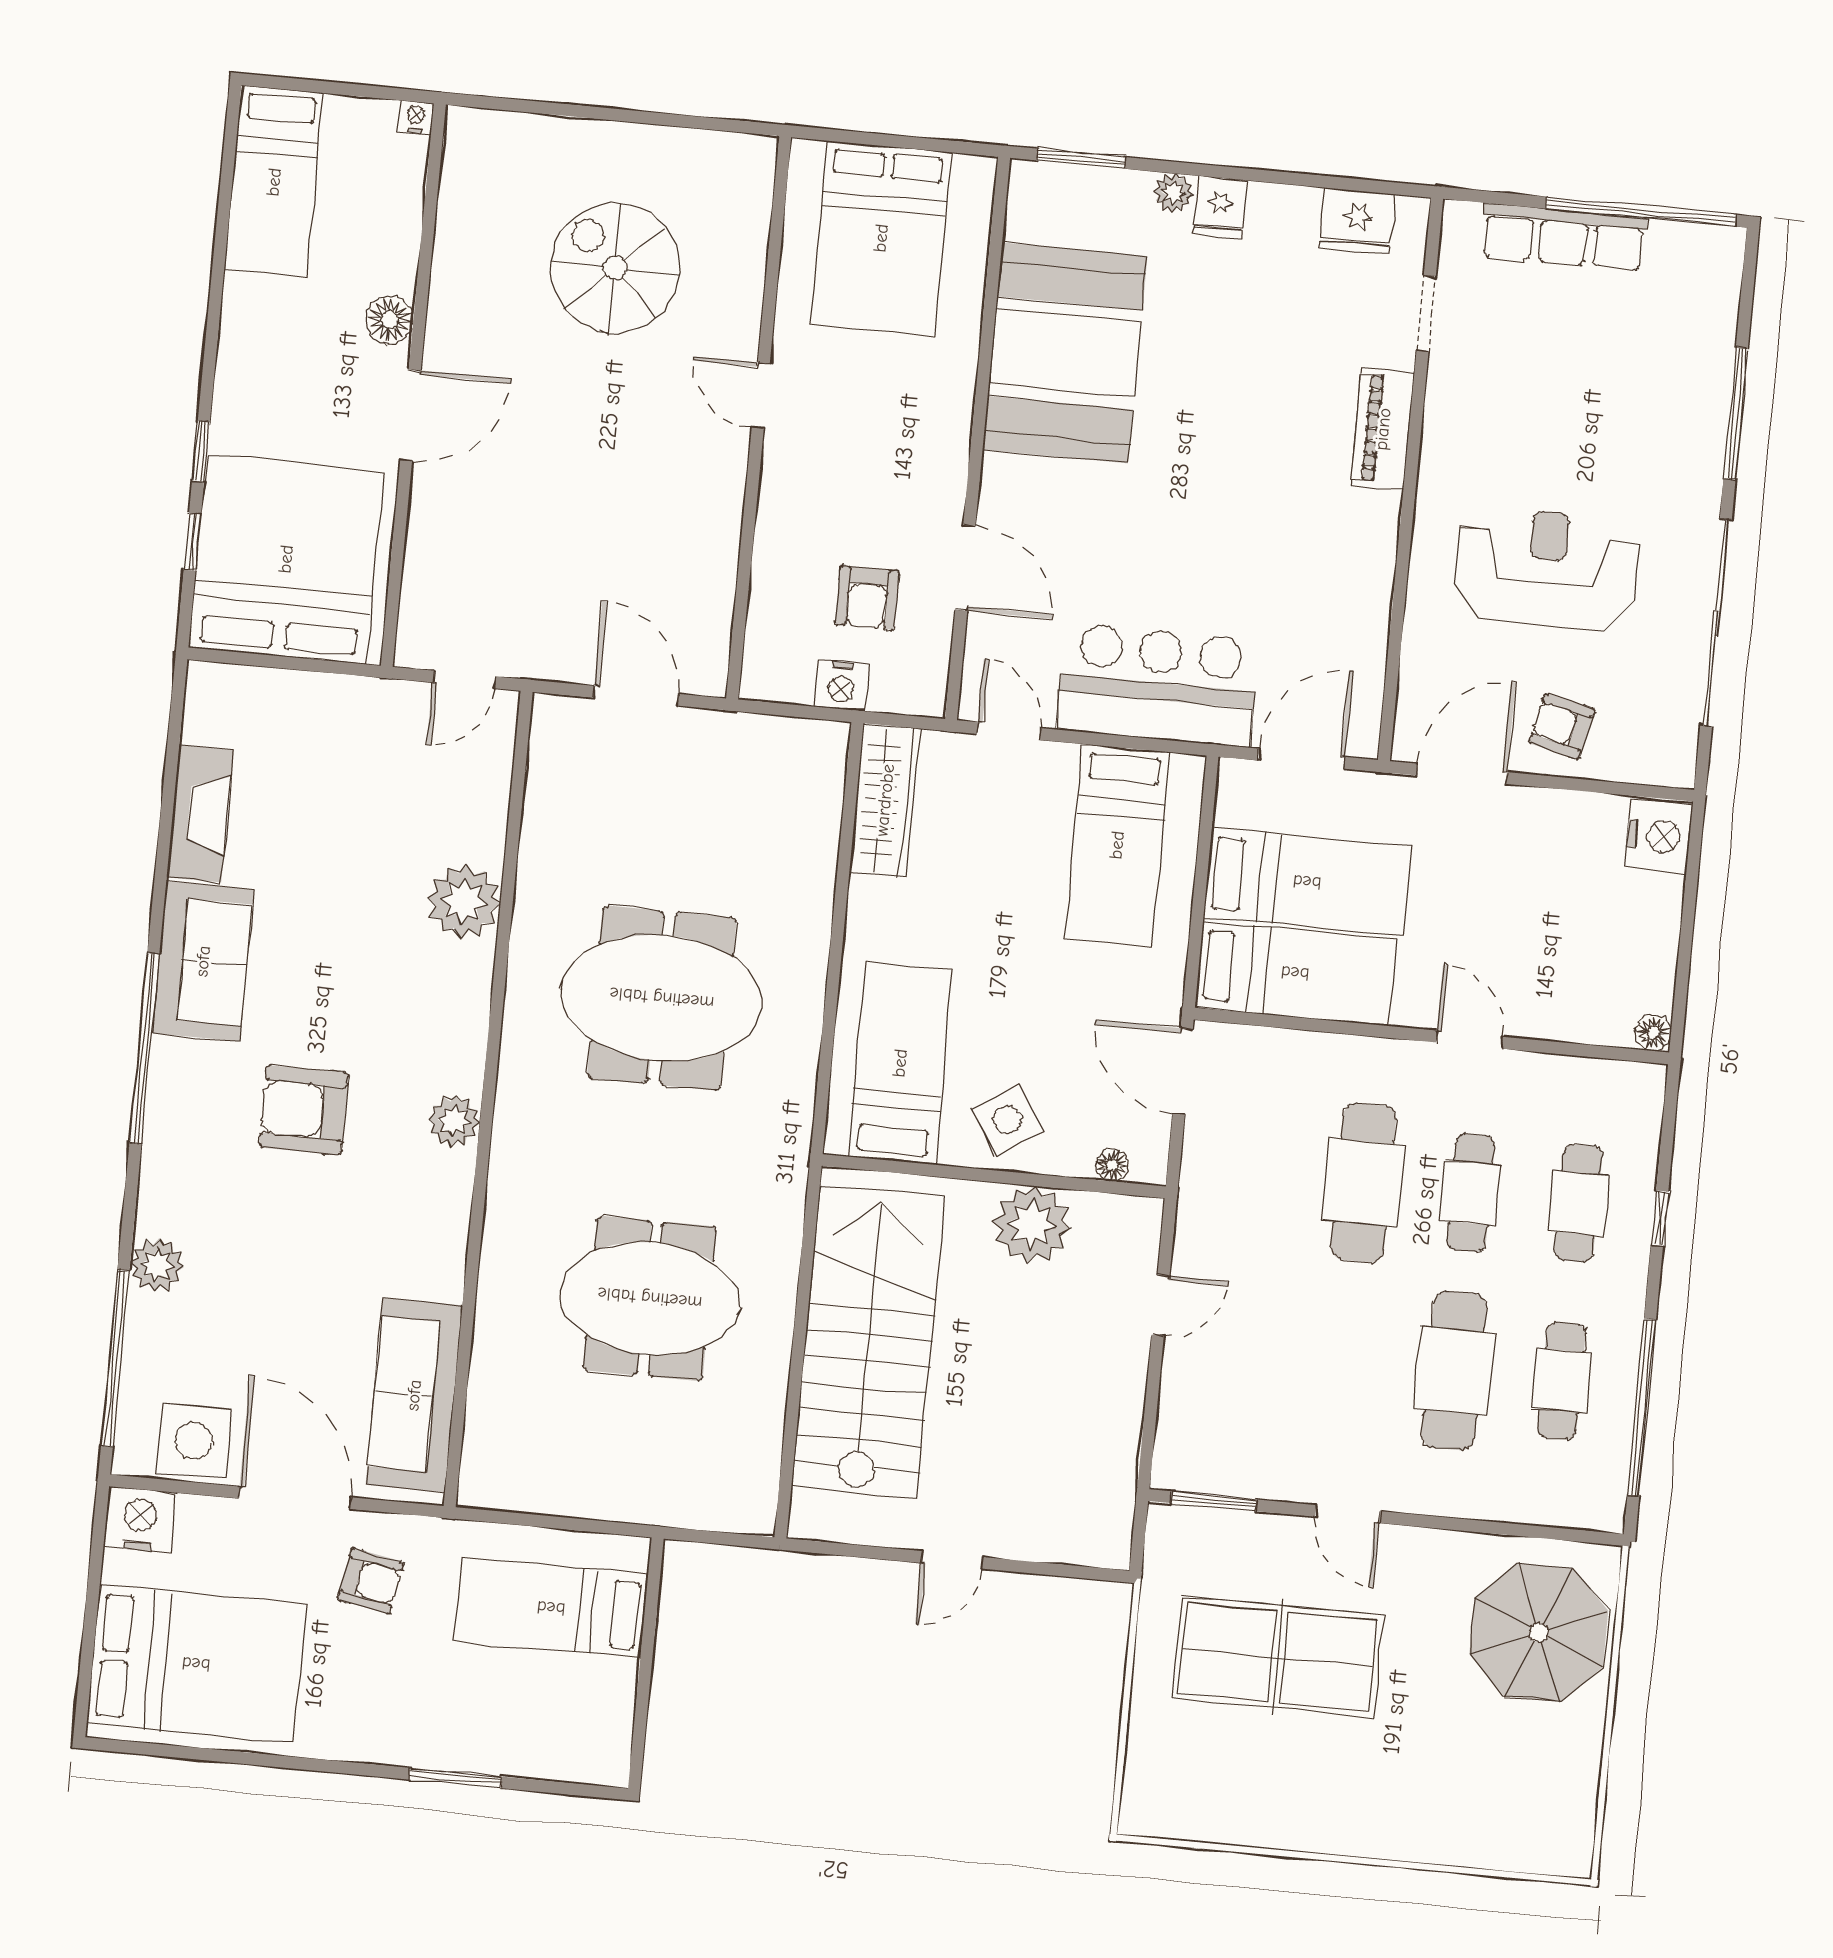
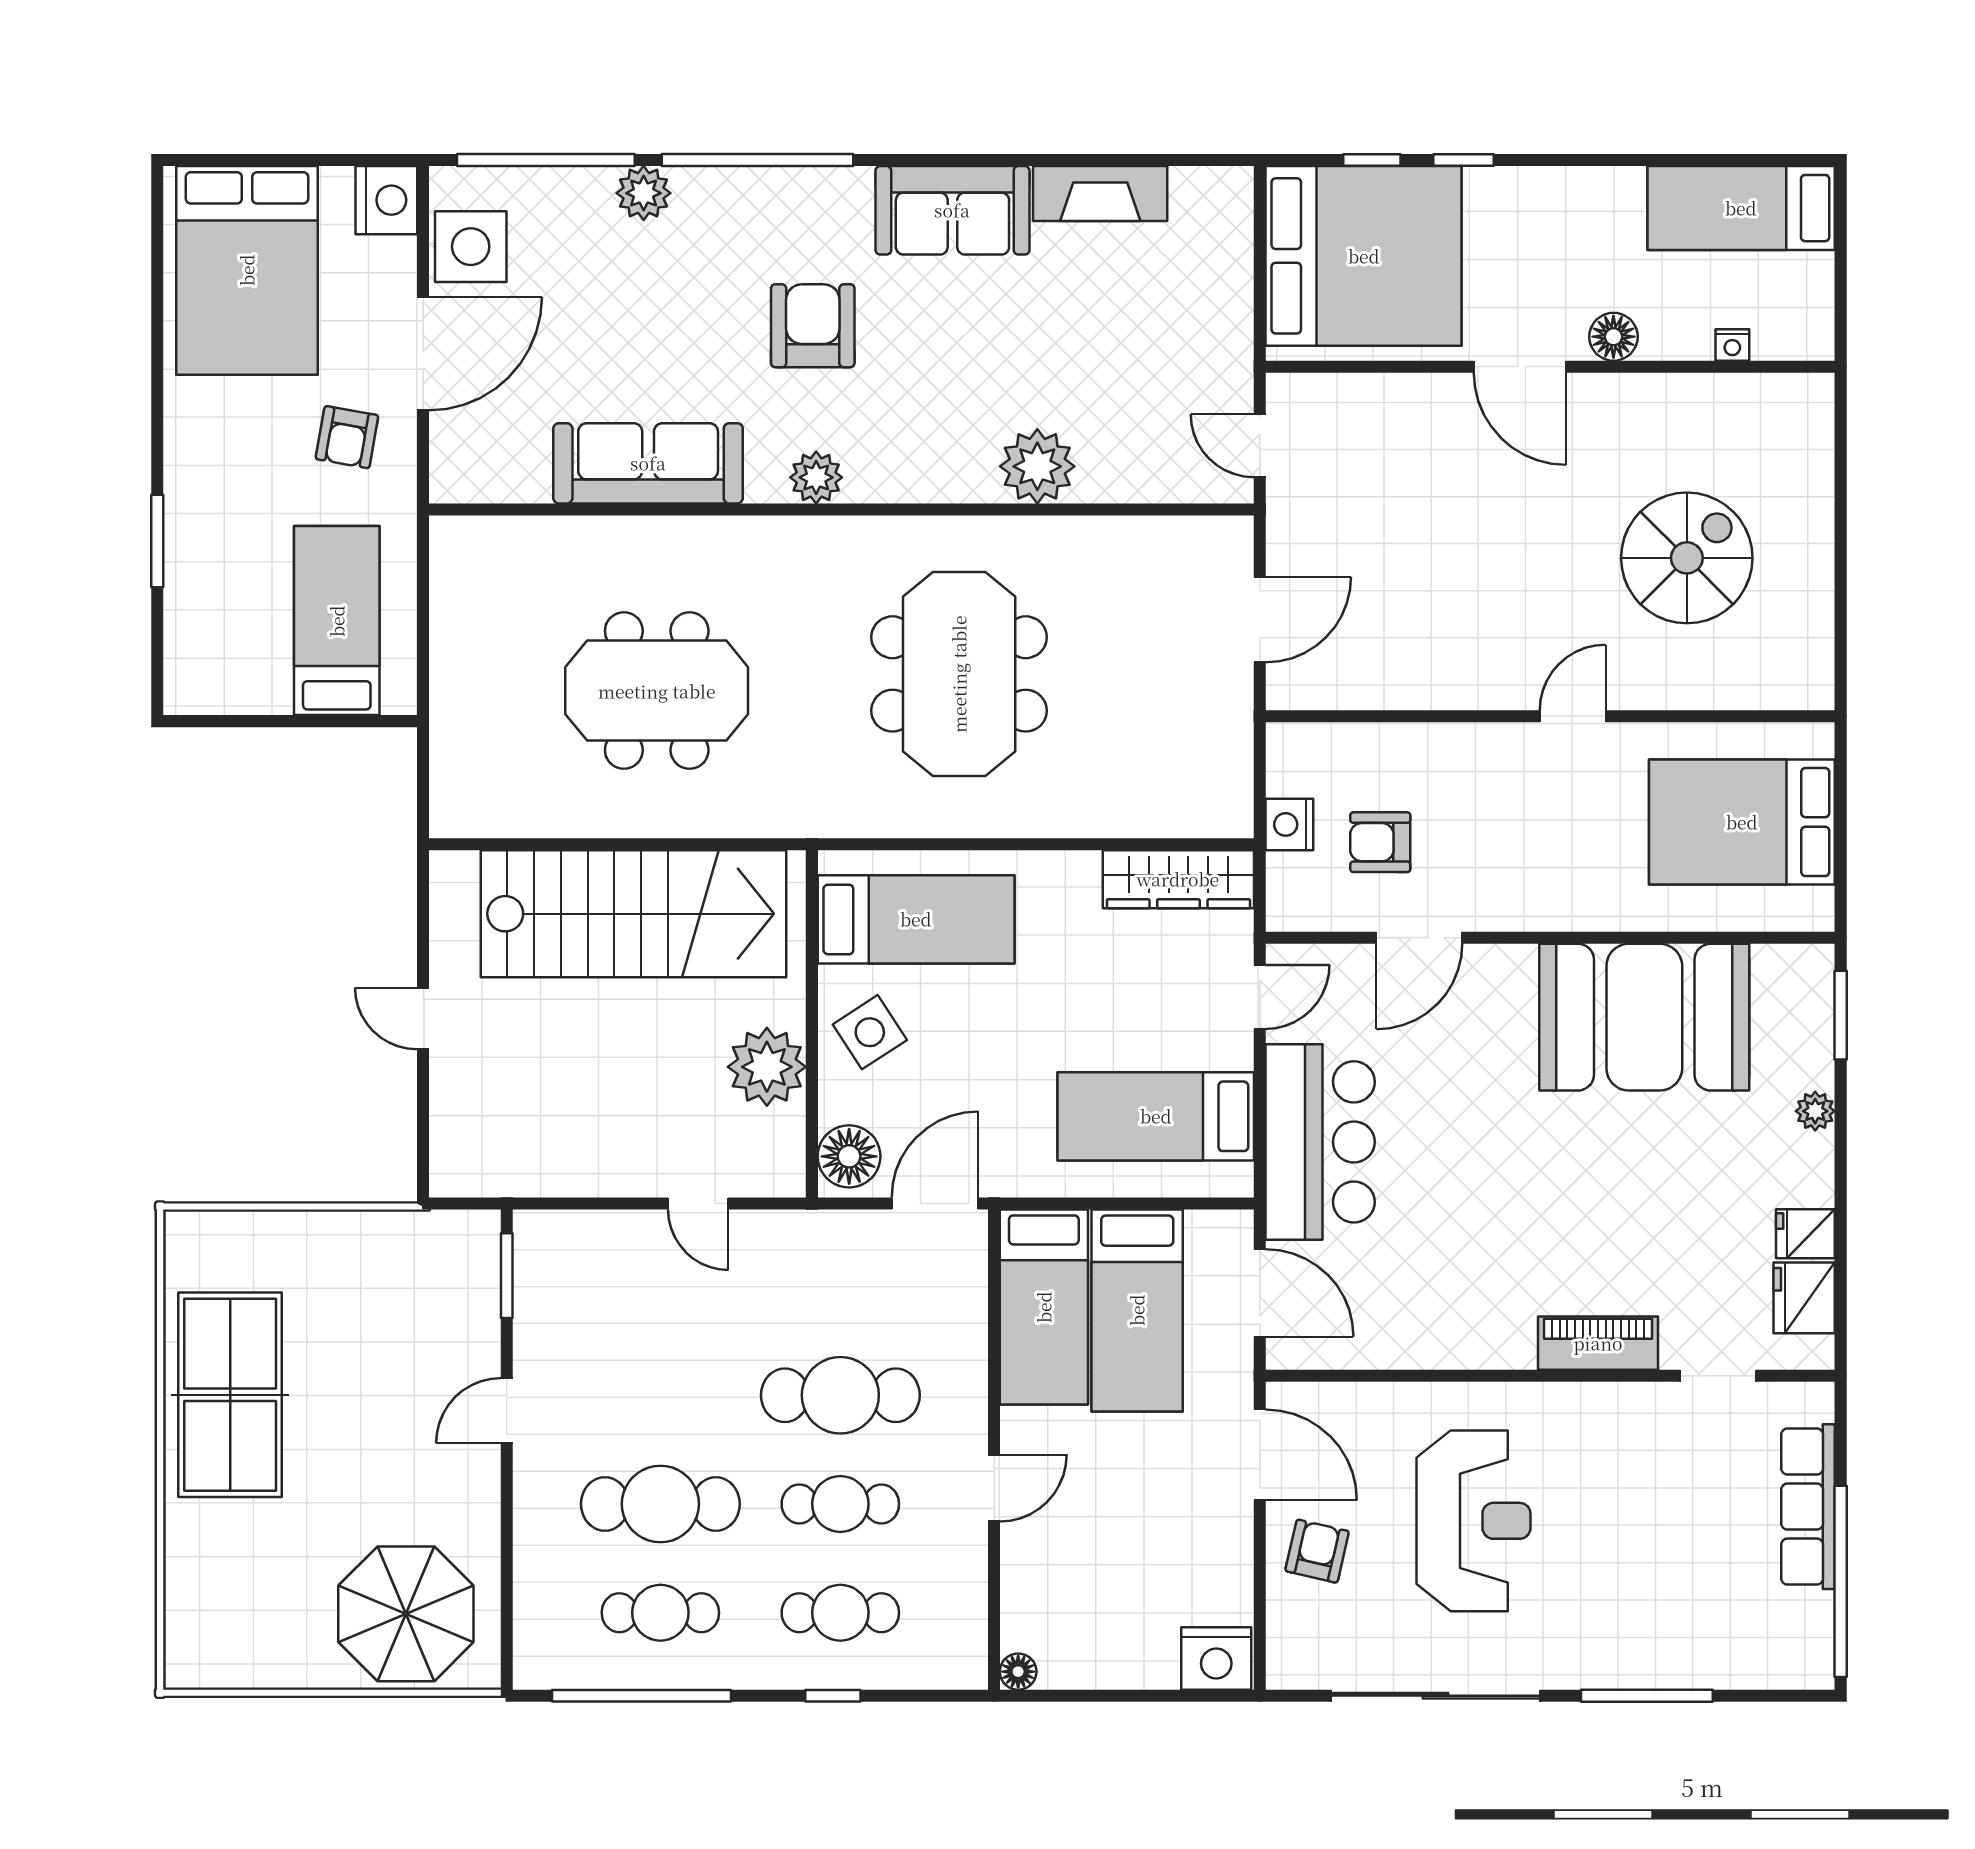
nightstand: (416, 118) -> (1732, 345), moved, turned 90
fridge: (1220, 207) -> (1805, 1234), moved
window: (144, 1049) -> (757, 160), moved
floor lamp: (1112, 1165) -> (849, 1156), width x1.89, depth x1.89
meeting table: (650, 1298) -> (657, 691), turned 90
sofa: (414, 1395) -> (648, 463), moved
table tennis table: (1278, 1657) -> (230, 1395), moved

